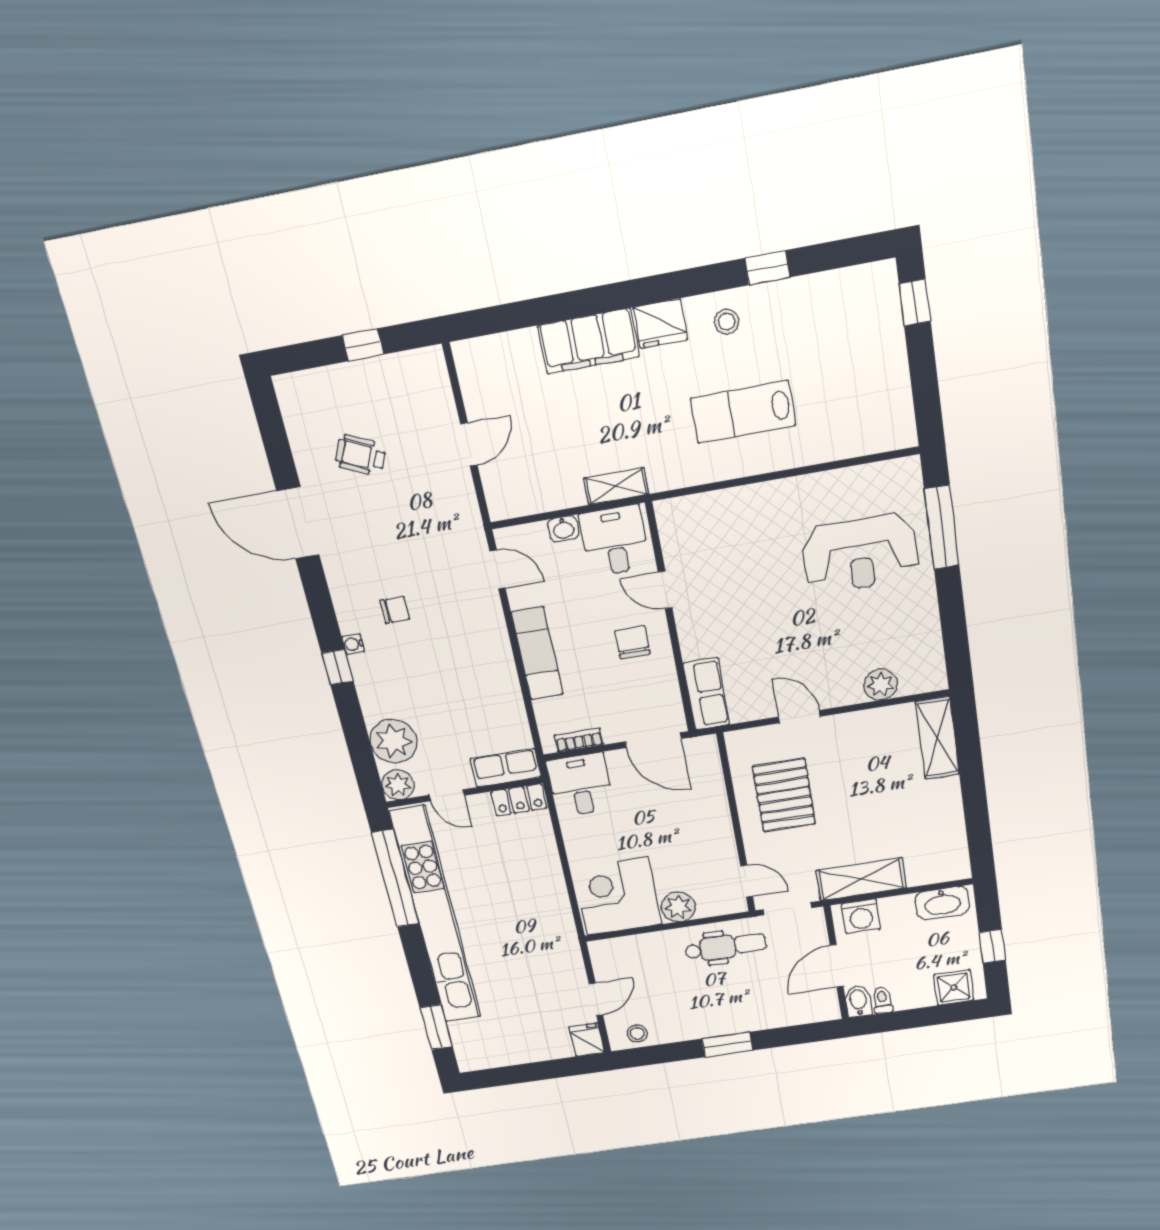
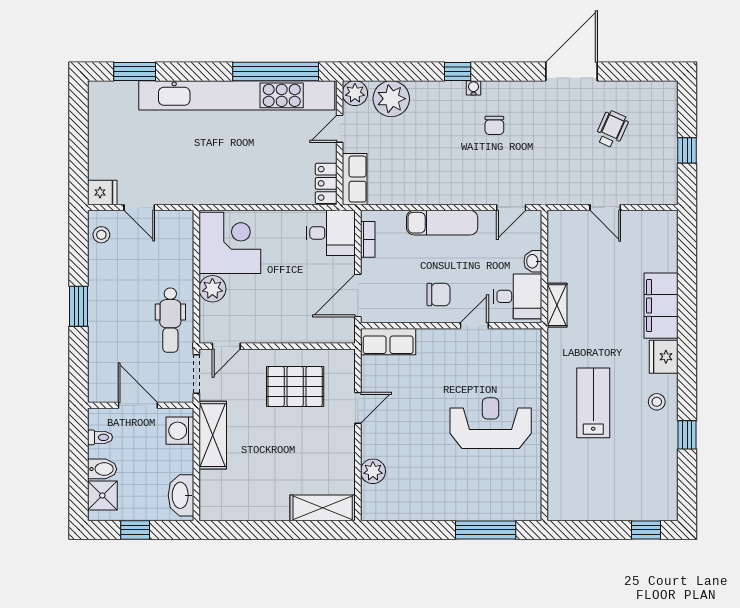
reception desk: (860, 554) -> (491, 423), moved, turned 90
bidet: (858, 1001) -> (102, 469), moved

